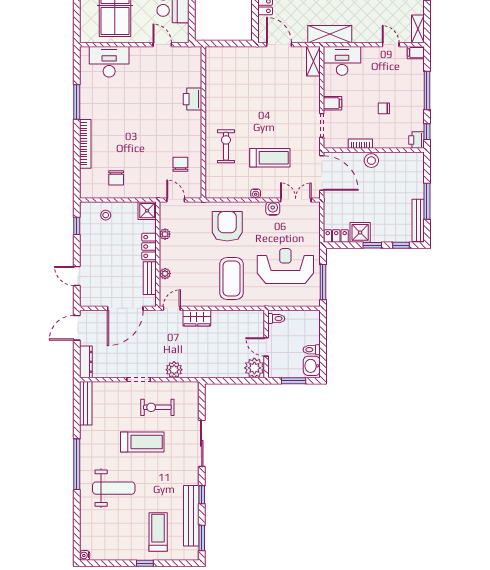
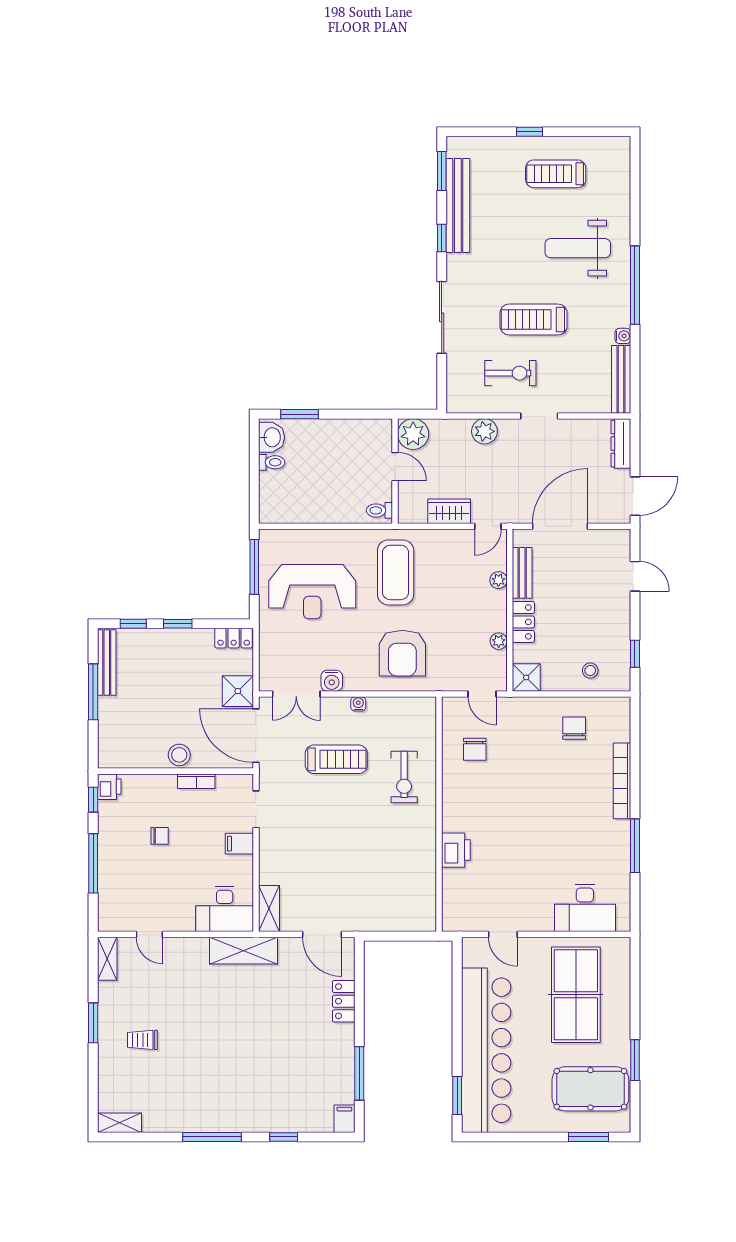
filing cabinet: (416, 53) -> (110, 922), removed
treadmill: (270, 158) -> (336, 759), turned 180
shower: (360, 232) -> (238, 691), moved
toilet: (276, 319) -> (379, 510), moved
wall: (266, 344) -> (395, 471), moved
door: (266, 347) -> (395, 467), moved
plant: (254, 368) -> (413, 434), moved
treadmill: (158, 532) -> (556, 174), moved, turned 90
water cooler: (85, 555) -> (623, 336), moved

